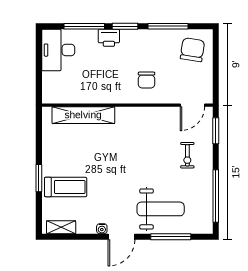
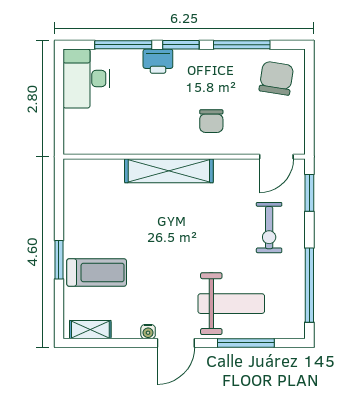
shelving: (83, 115) -> (169, 171), moved
exercise bike: (187, 155) -> (269, 228), width x1.38, depth x1.39

